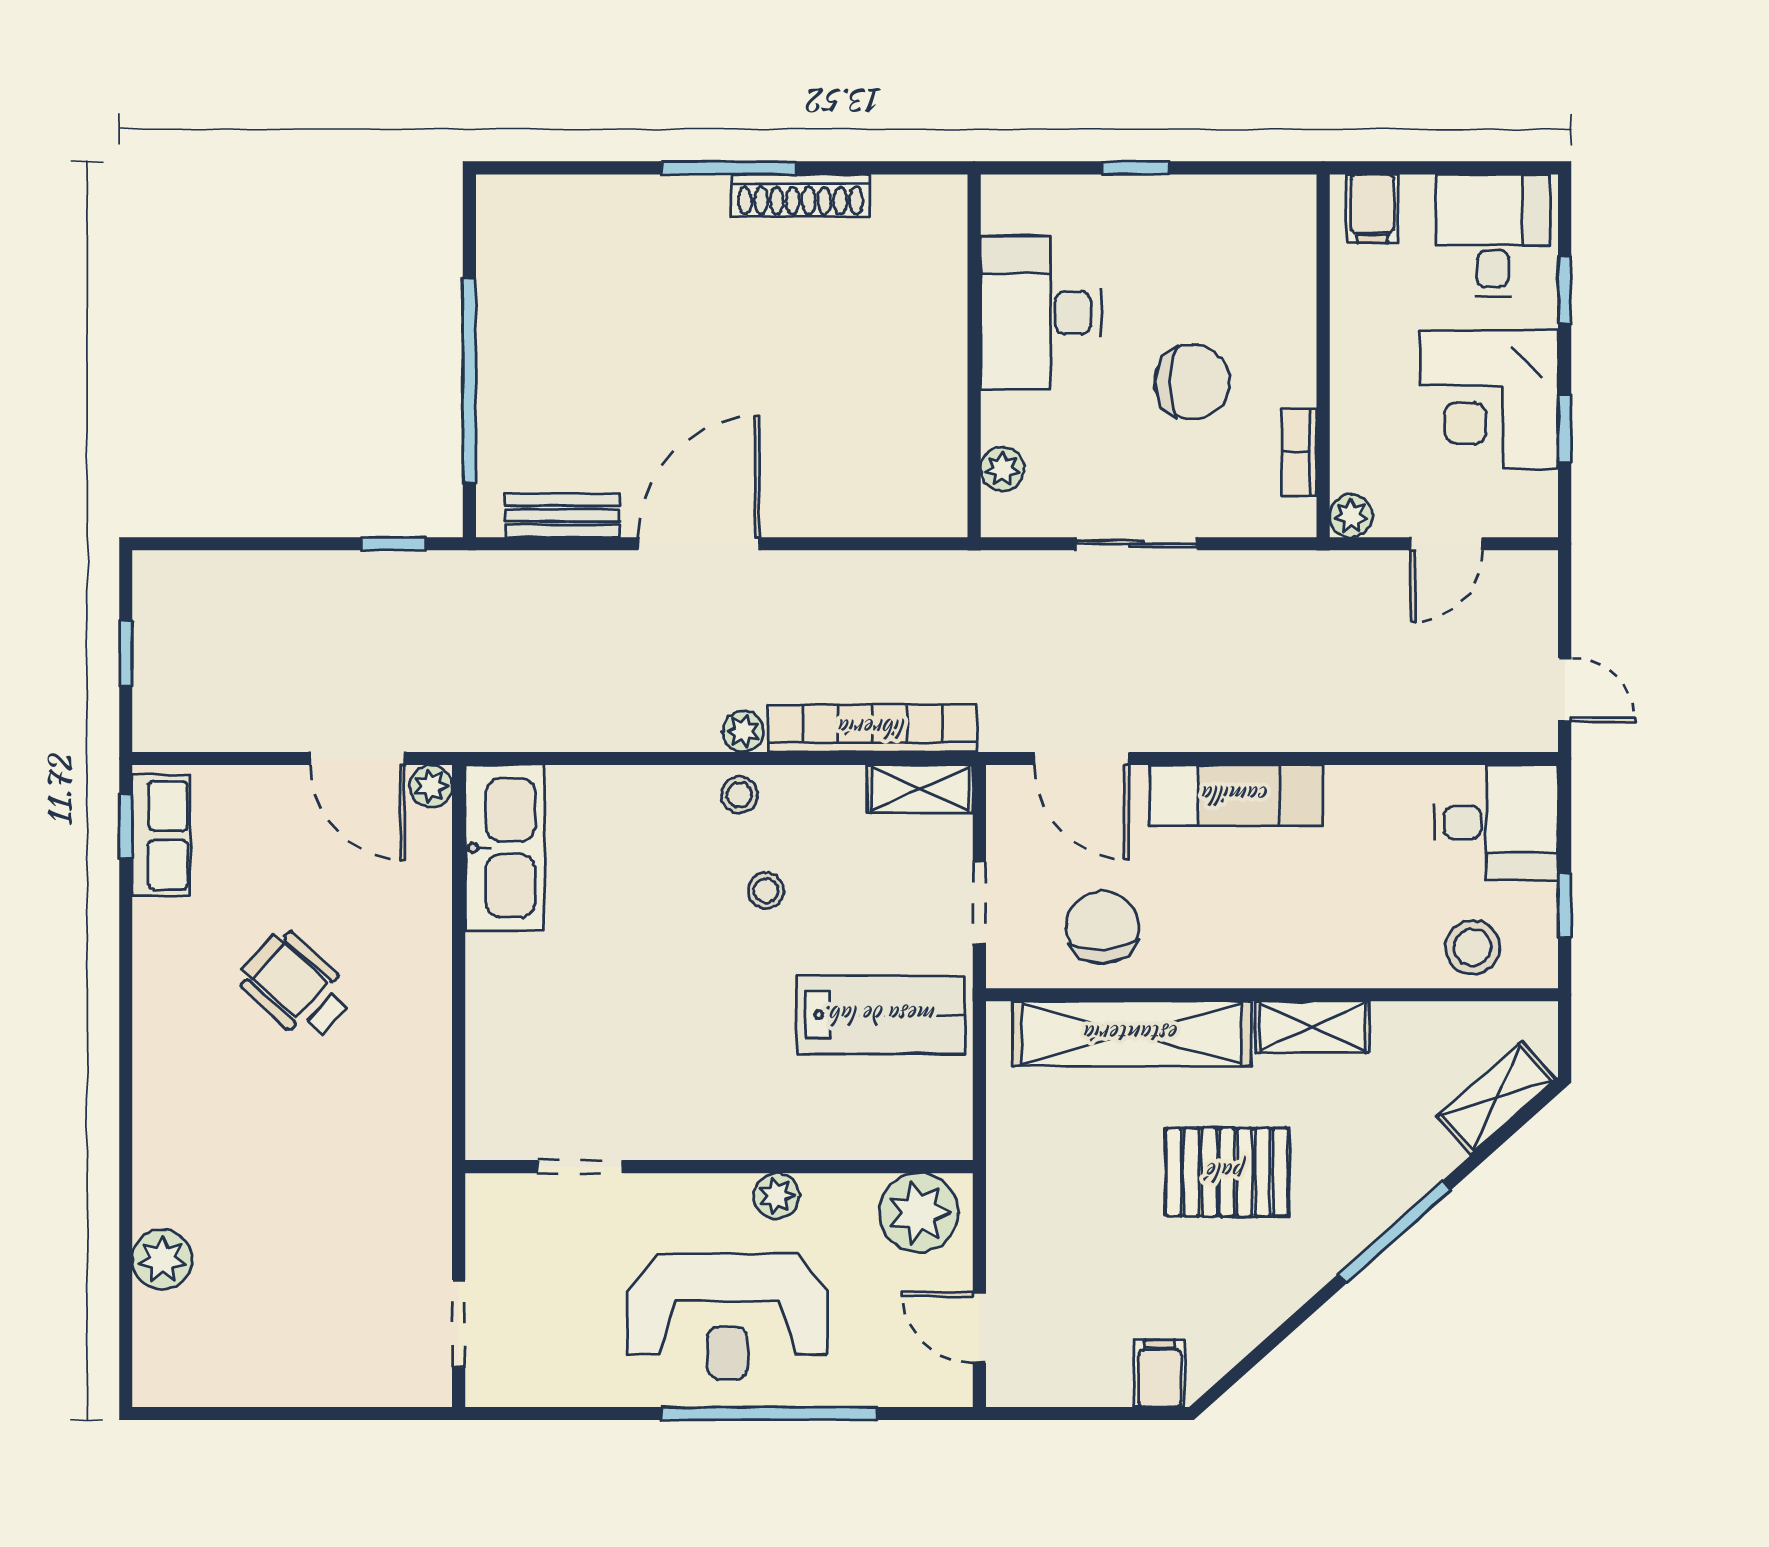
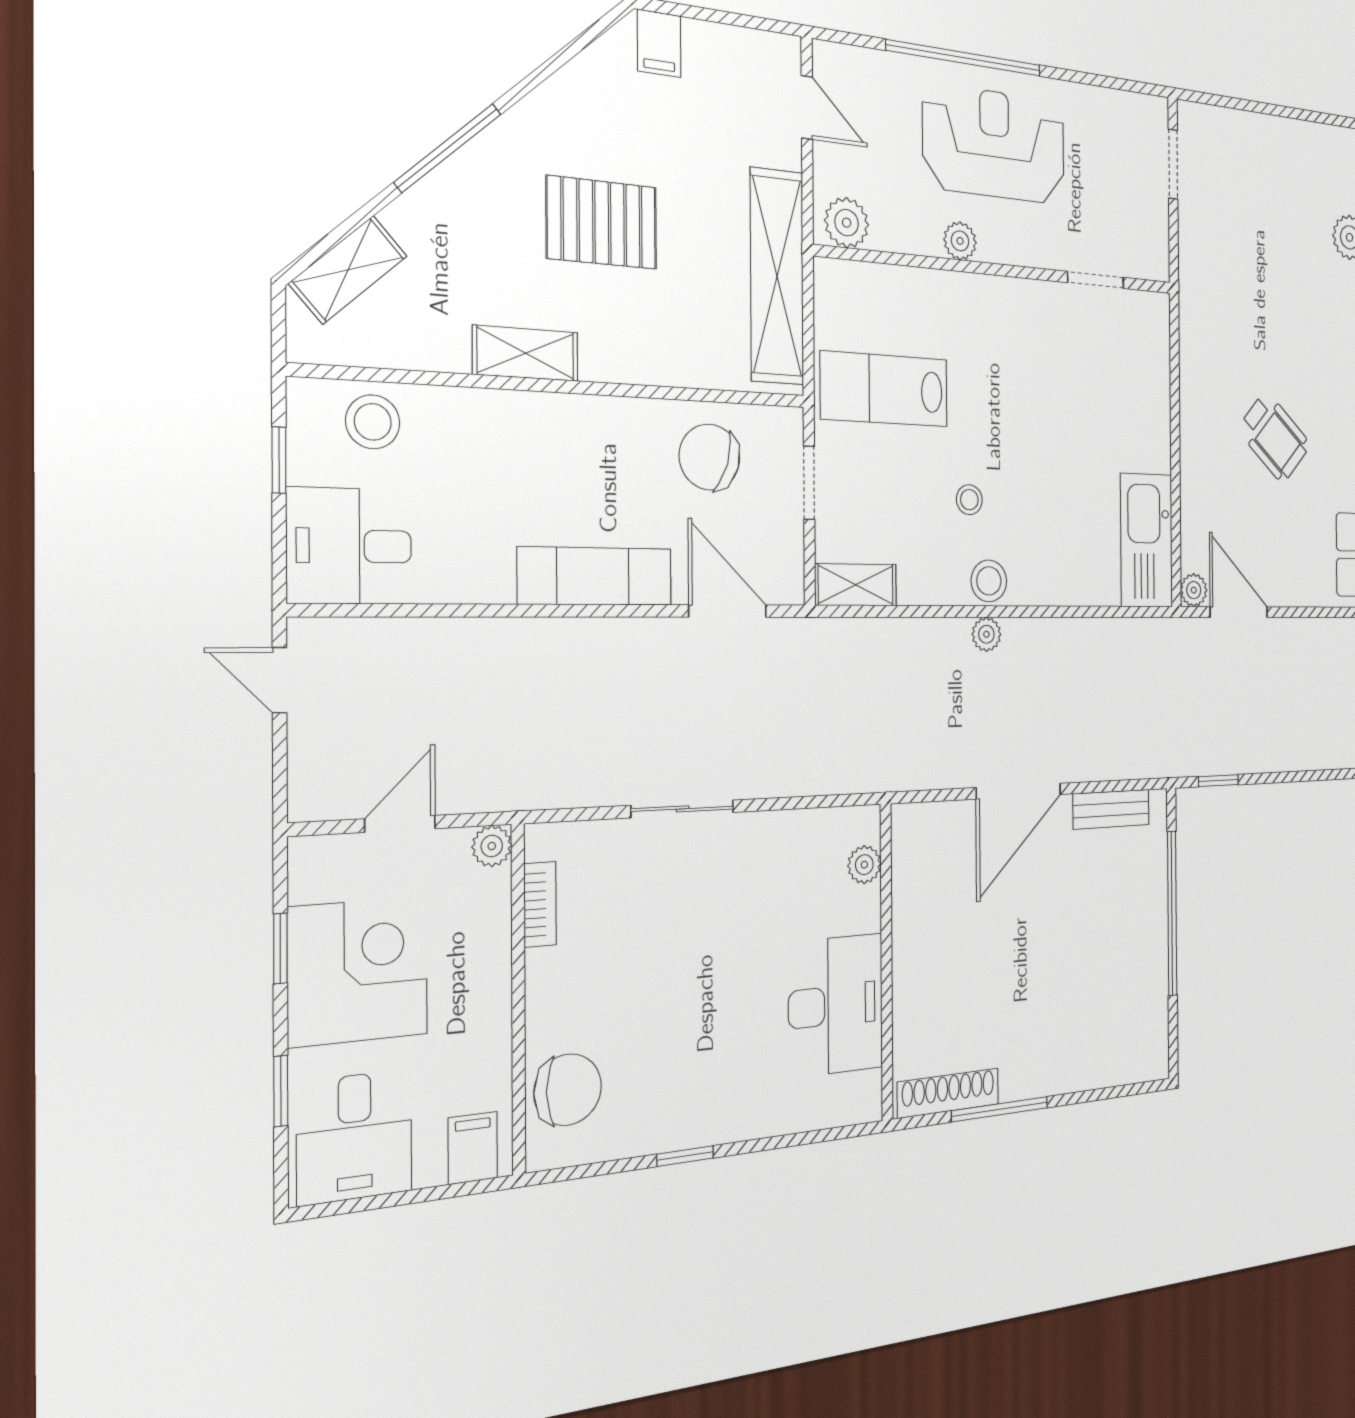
desk: (1041, 313) -> (836, 1005), moved
wall: (974, 356) -> (886, 962), moved
chair: (1192, 382) -> (568, 1090), moved, turned 180
plant: (1002, 469) -> (864, 865), moved
bookcase: (873, 728) -> (892, 638), removed
stool: (739, 795) -> (989, 581), width x1.37, depth x1.37
chair: (1102, 927) -> (710, 457), turned 110
shelving: (1132, 1034) -> (777, 276), moved, turned 90
plant: (919, 1213) -> (847, 223), width x0.73, depth x0.73

